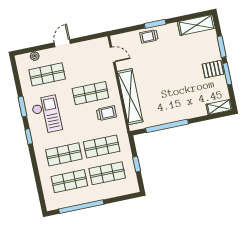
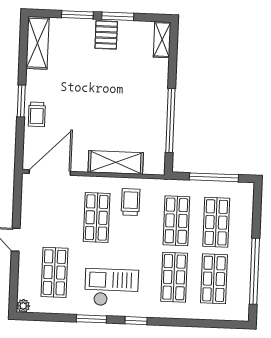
door: (113, 55) -> (50, 172), width x1.87
plant: (35, 56) -> (23, 306), moved
shelving: (130, 97) -> (116, 162), width x0.68
window: (137, 164) -> (214, 177), width x2.17

